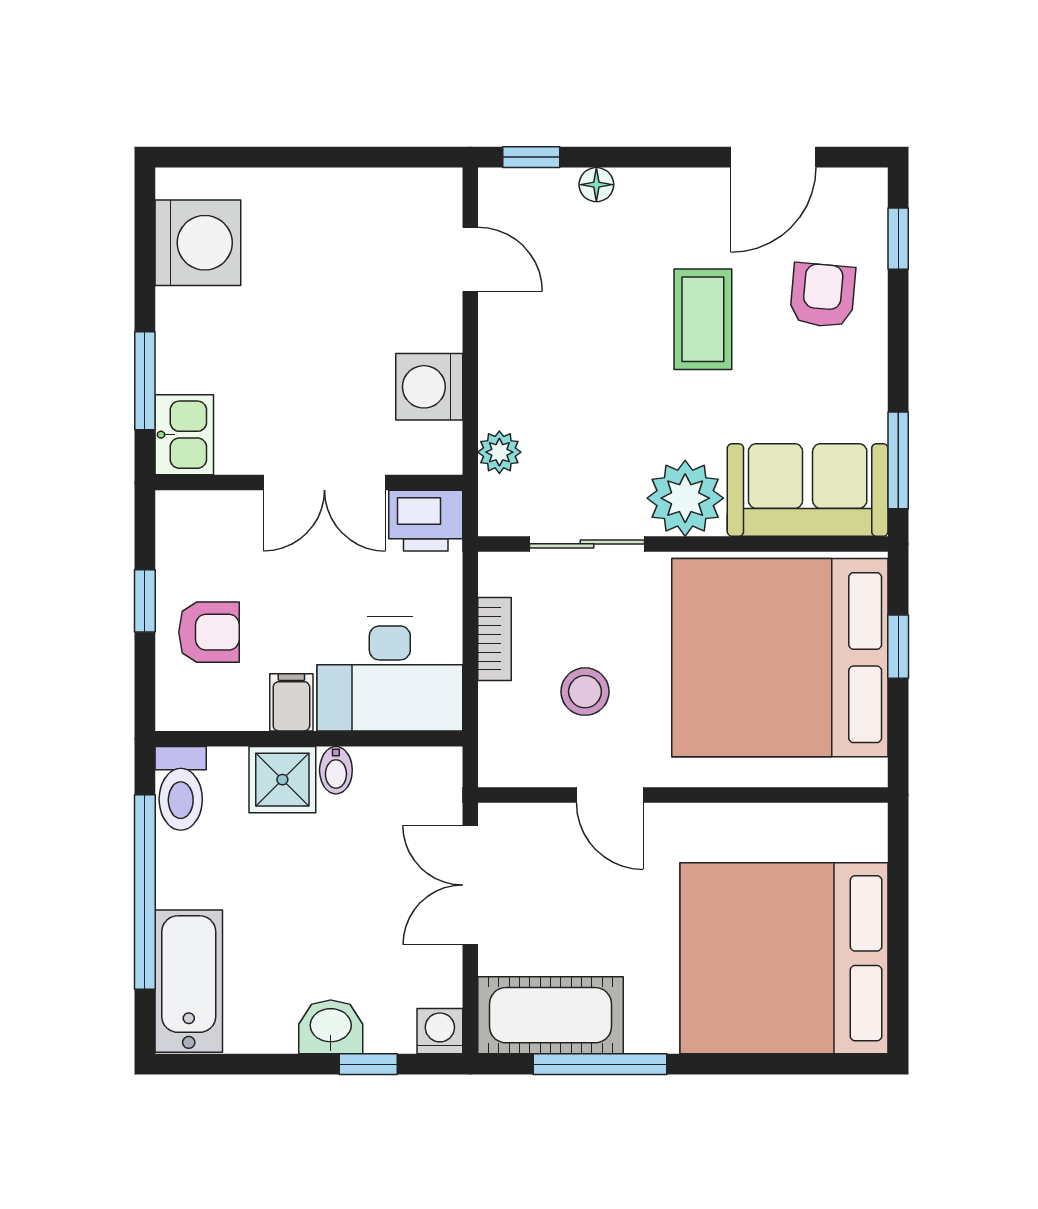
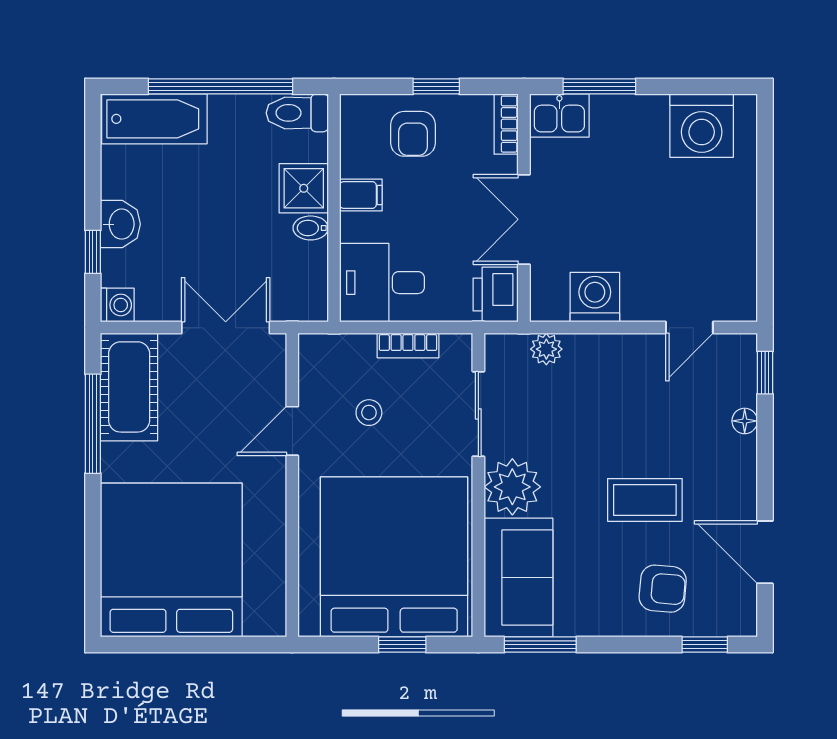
bookcase: (196, 506) -> (506, 124), added
desk: (390, 674) -> (382, 283), width x0.73
stool: (585, 692) -> (369, 413), width x0.73, depth x0.73

